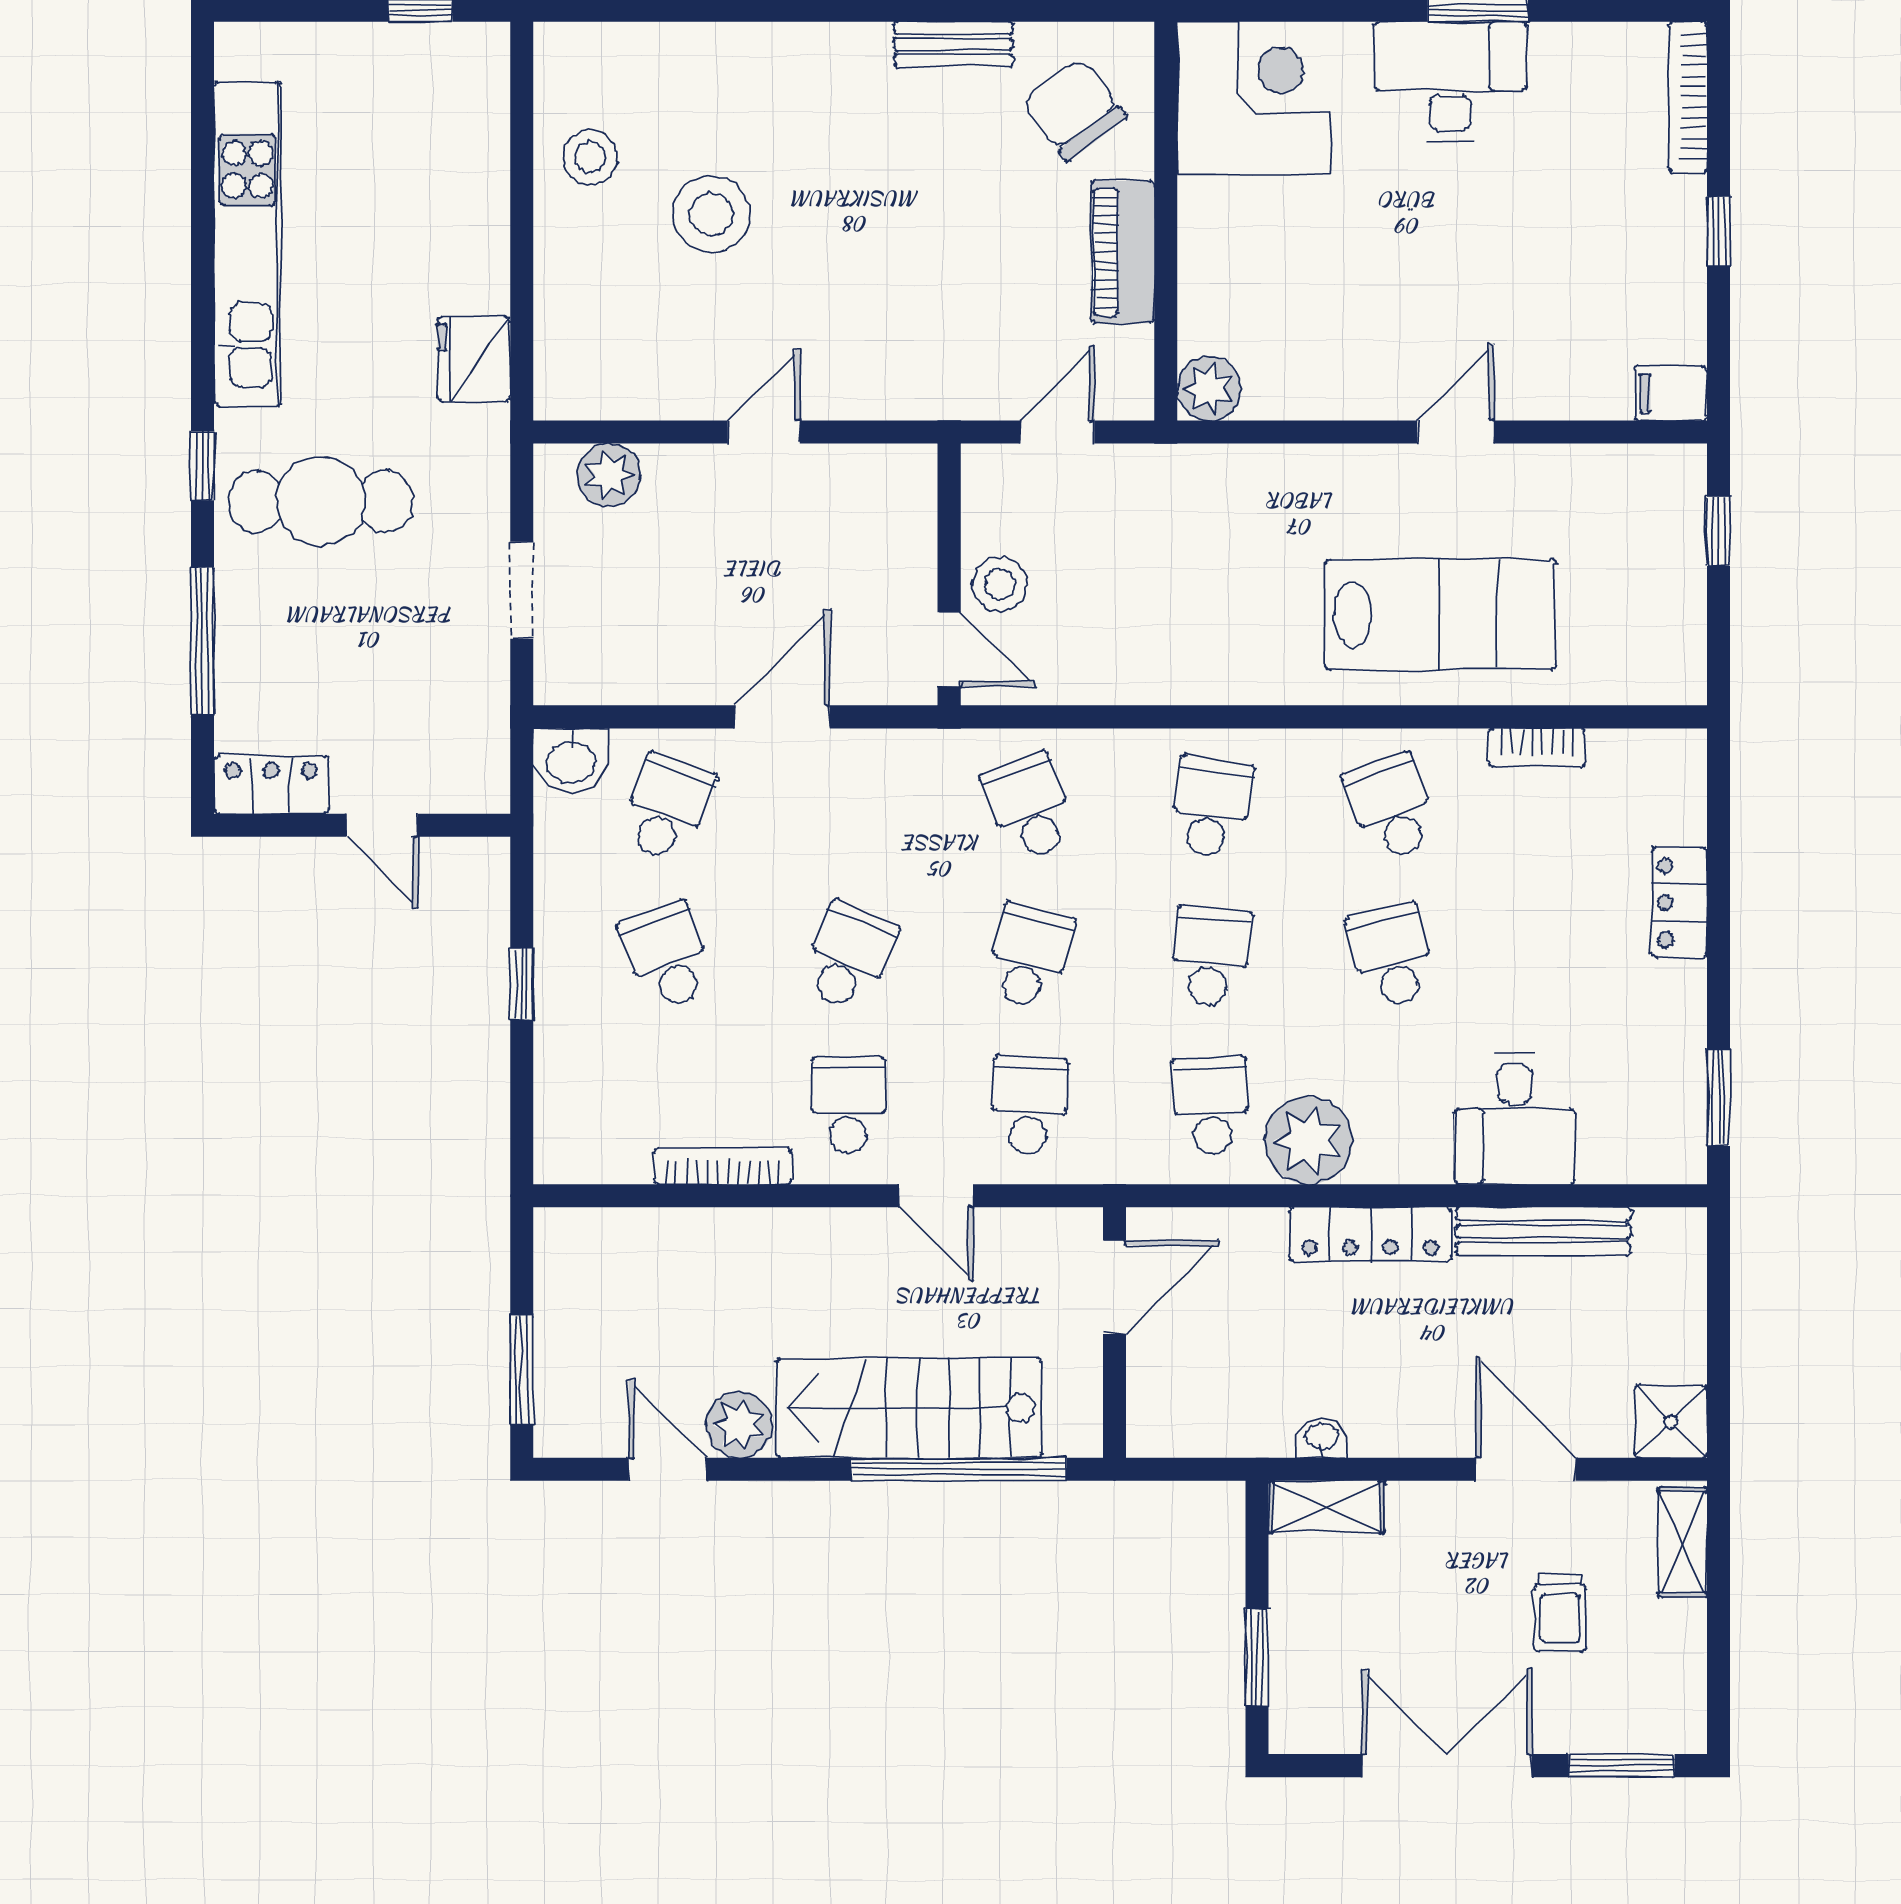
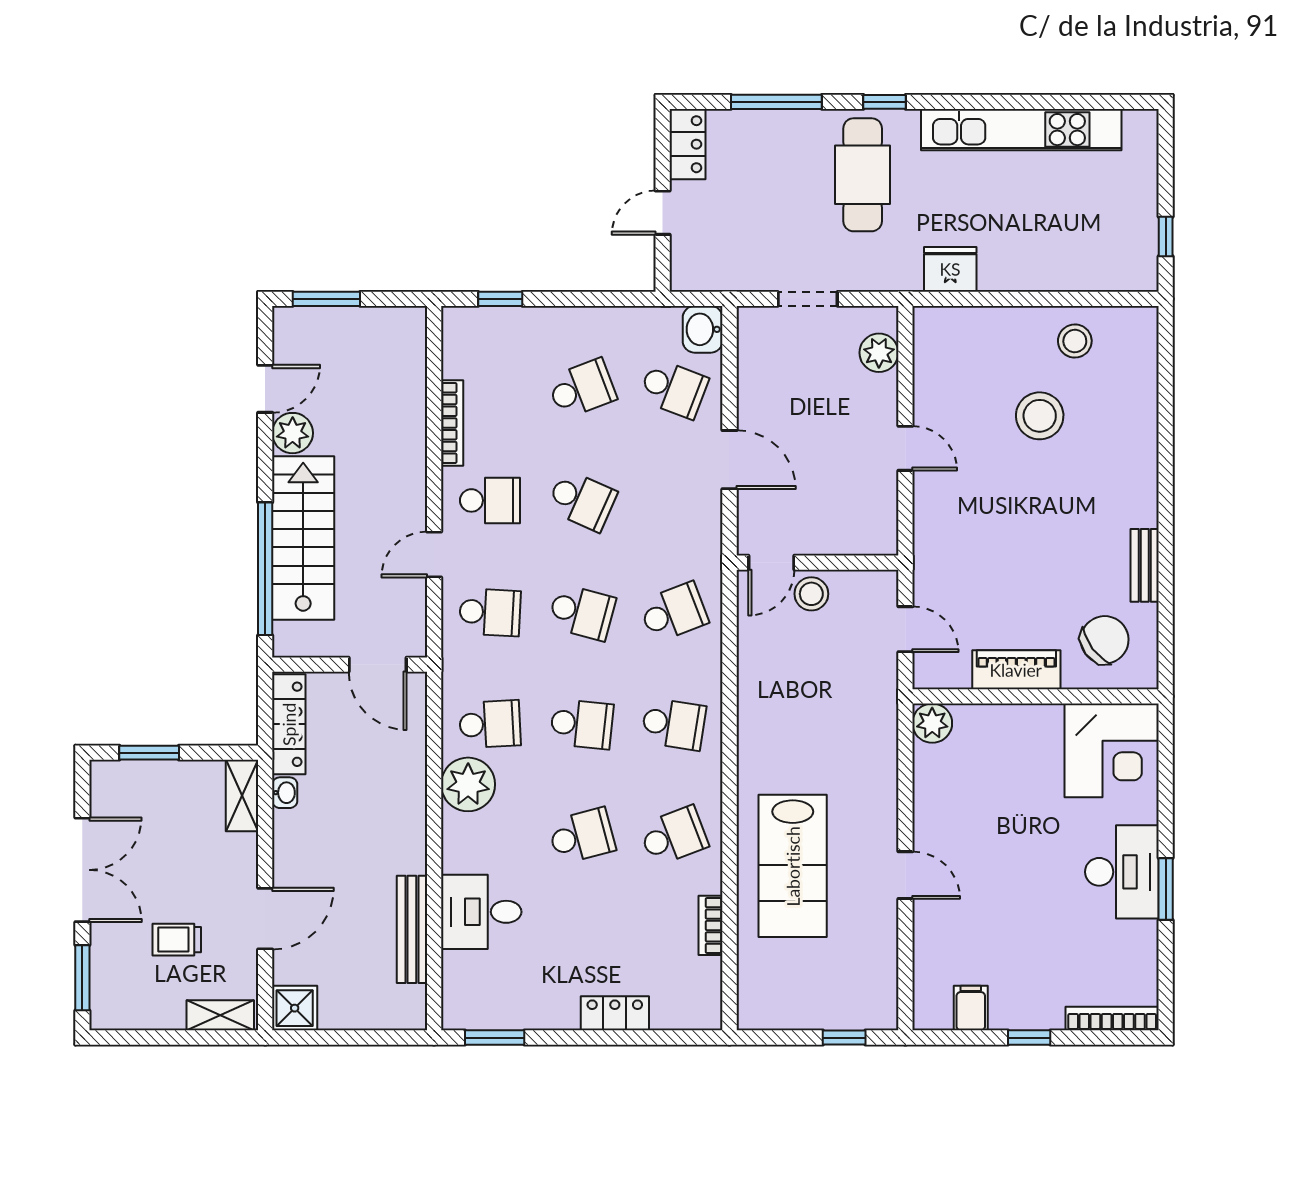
filing cabinet: (1671, 393) -> (971, 1008), moved
window: (522, 984) -> (500, 299), moved
locker: (1370, 1234) -> (289, 724), moved, turned 180

